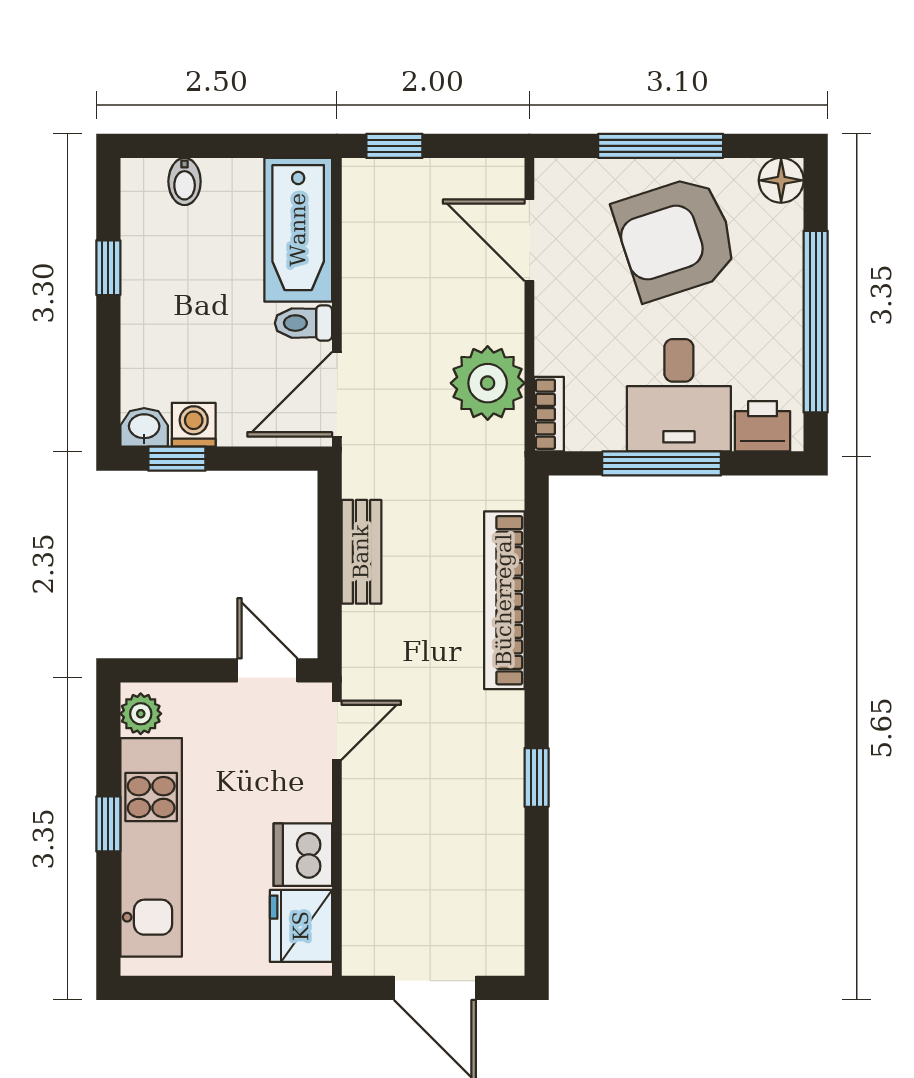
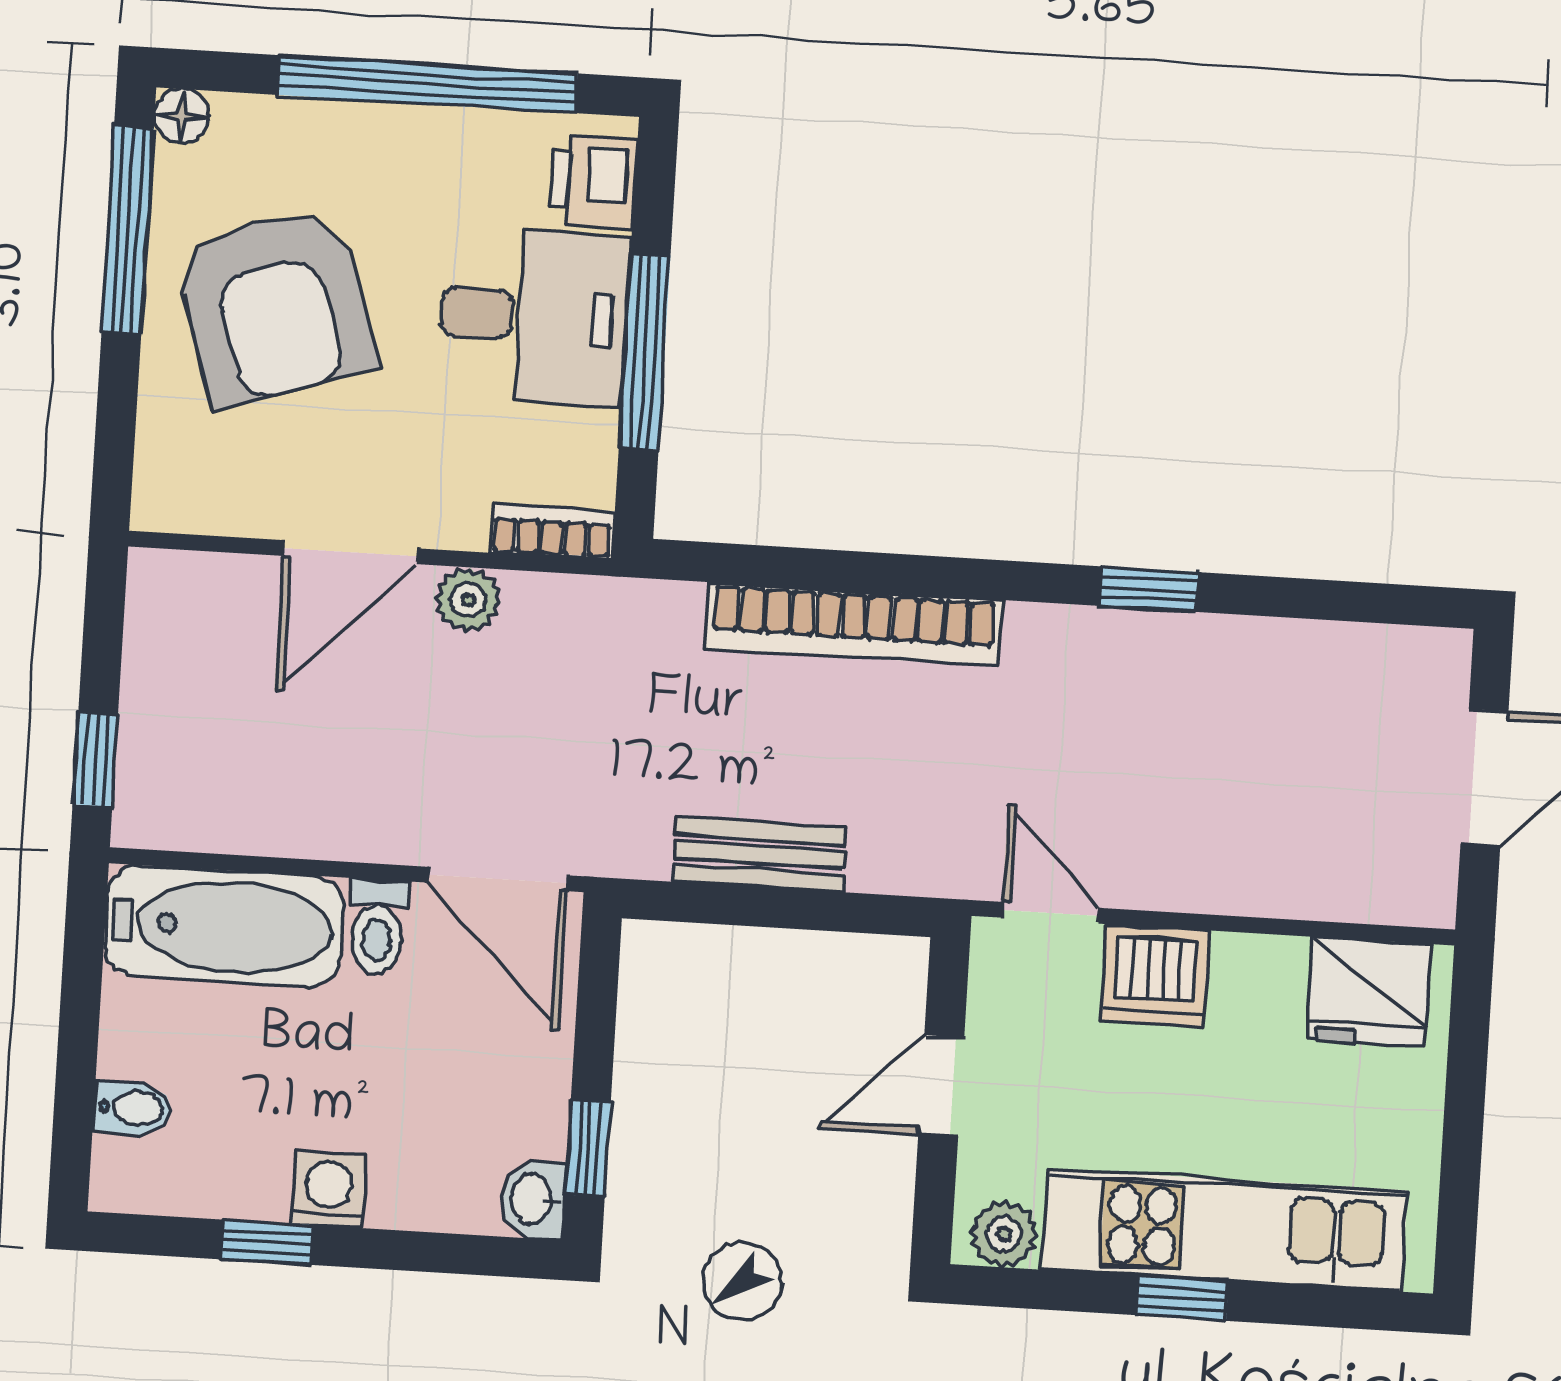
window: (661, 146) -> (128, 230), moved
floor lamp: (781, 180) -> (181, 116), width x0.73, depth x0.73
door: (529, 240) -> (350, 552), moved
plant: (488, 383) -> (468, 600), width x0.53, depth x0.53
washing machine: (194, 425) -> (329, 1190), moved, turned 90
door: (267, 670) -> (941, 1086), moved
dishwasher: (303, 855) -> (1155, 975), moved

